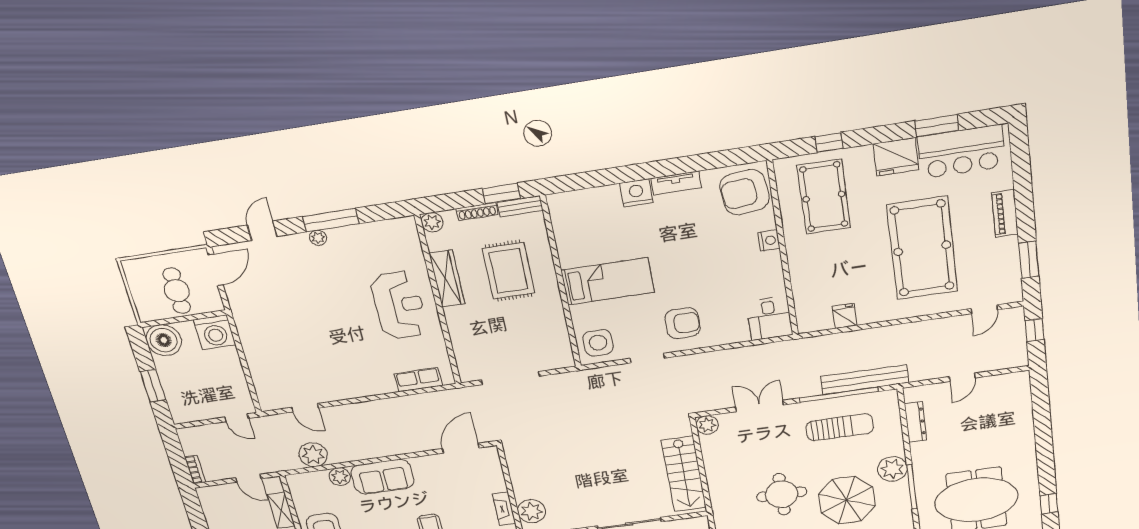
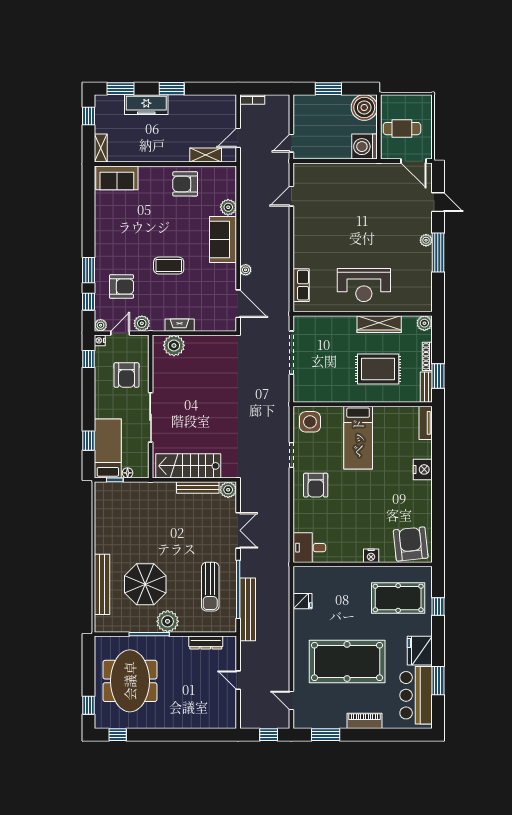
tv unit: (676, 183) -> (426, 423), moved
plant: (313, 455) -> (246, 270), moved, width x0.53, depth x0.53
bench: (710, 460) -> (198, 488), added
round table: (782, 494) -> (159, 536), removed

